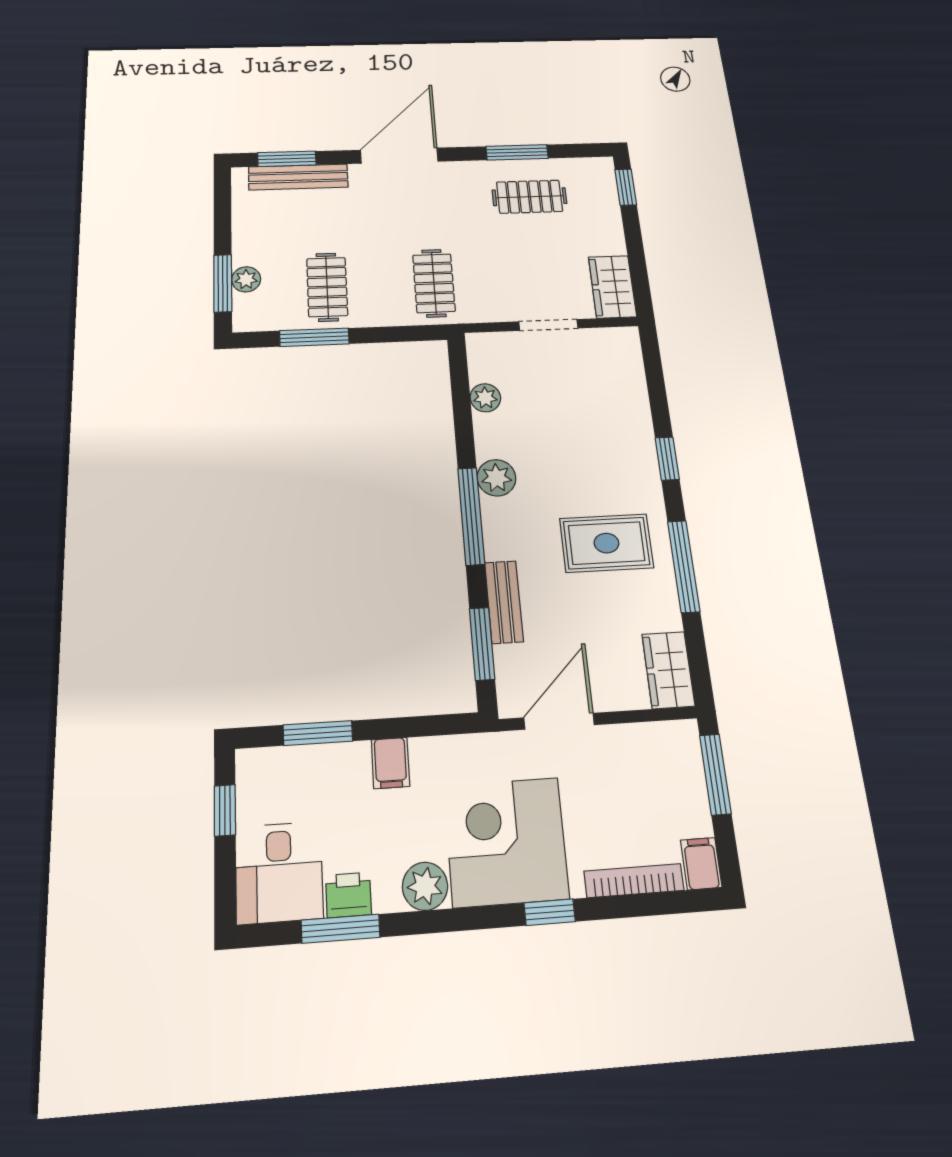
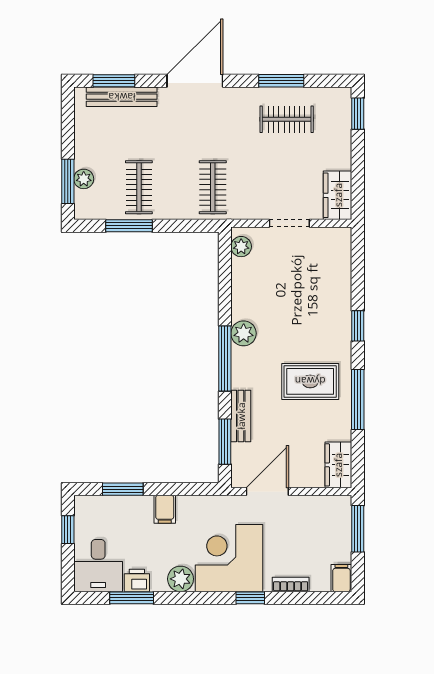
plant: (485, 398) -> (241, 247), moved
bookcase: (634, 881) -> (291, 585), width x0.64

